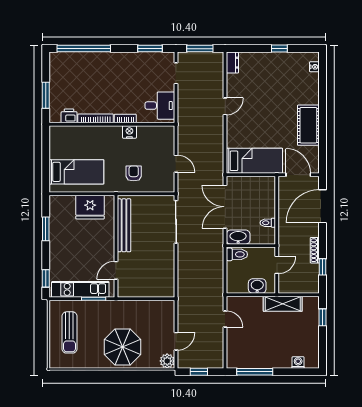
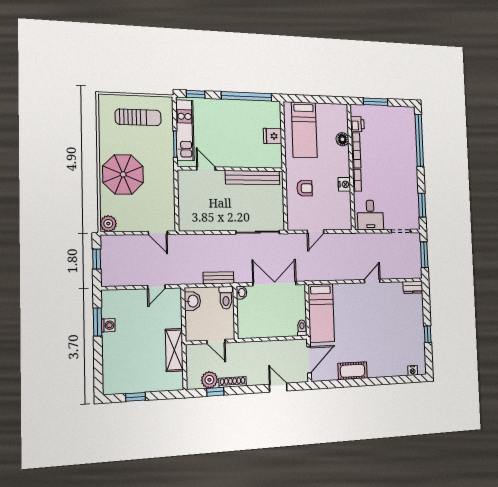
door: (225, 106) -> (372, 281), swing flipped
cot: (308, 125) -> (353, 371), width x0.73, depth x0.75
floor lamp: (85, 132) -> (342, 139), added
door: (323, 206) -> (278, 388), width x0.53
fridge: (90, 207) -> (273, 136), width x0.53, depth x0.75
toilet: (268, 223) -> (302, 328), moved
window: (46, 229) -> (247, 96), width x2.11
washbasin: (238, 237) -> (241, 293), width x0.52, depth x0.69
bench: (218, 261) -> (219, 278), added
plant: (311, 272) -> (209, 380), added
washbasin: (257, 286) -> (192, 301), moved
window: (323, 317) -> (136, 397), moved
sun lounger: (69, 332) -> (138, 117), turned 180
door: (176, 341) -> (158, 233), moved
washing machine: (298, 362) -> (108, 325), moved
window: (255, 372) -> (97, 322), width x0.69

